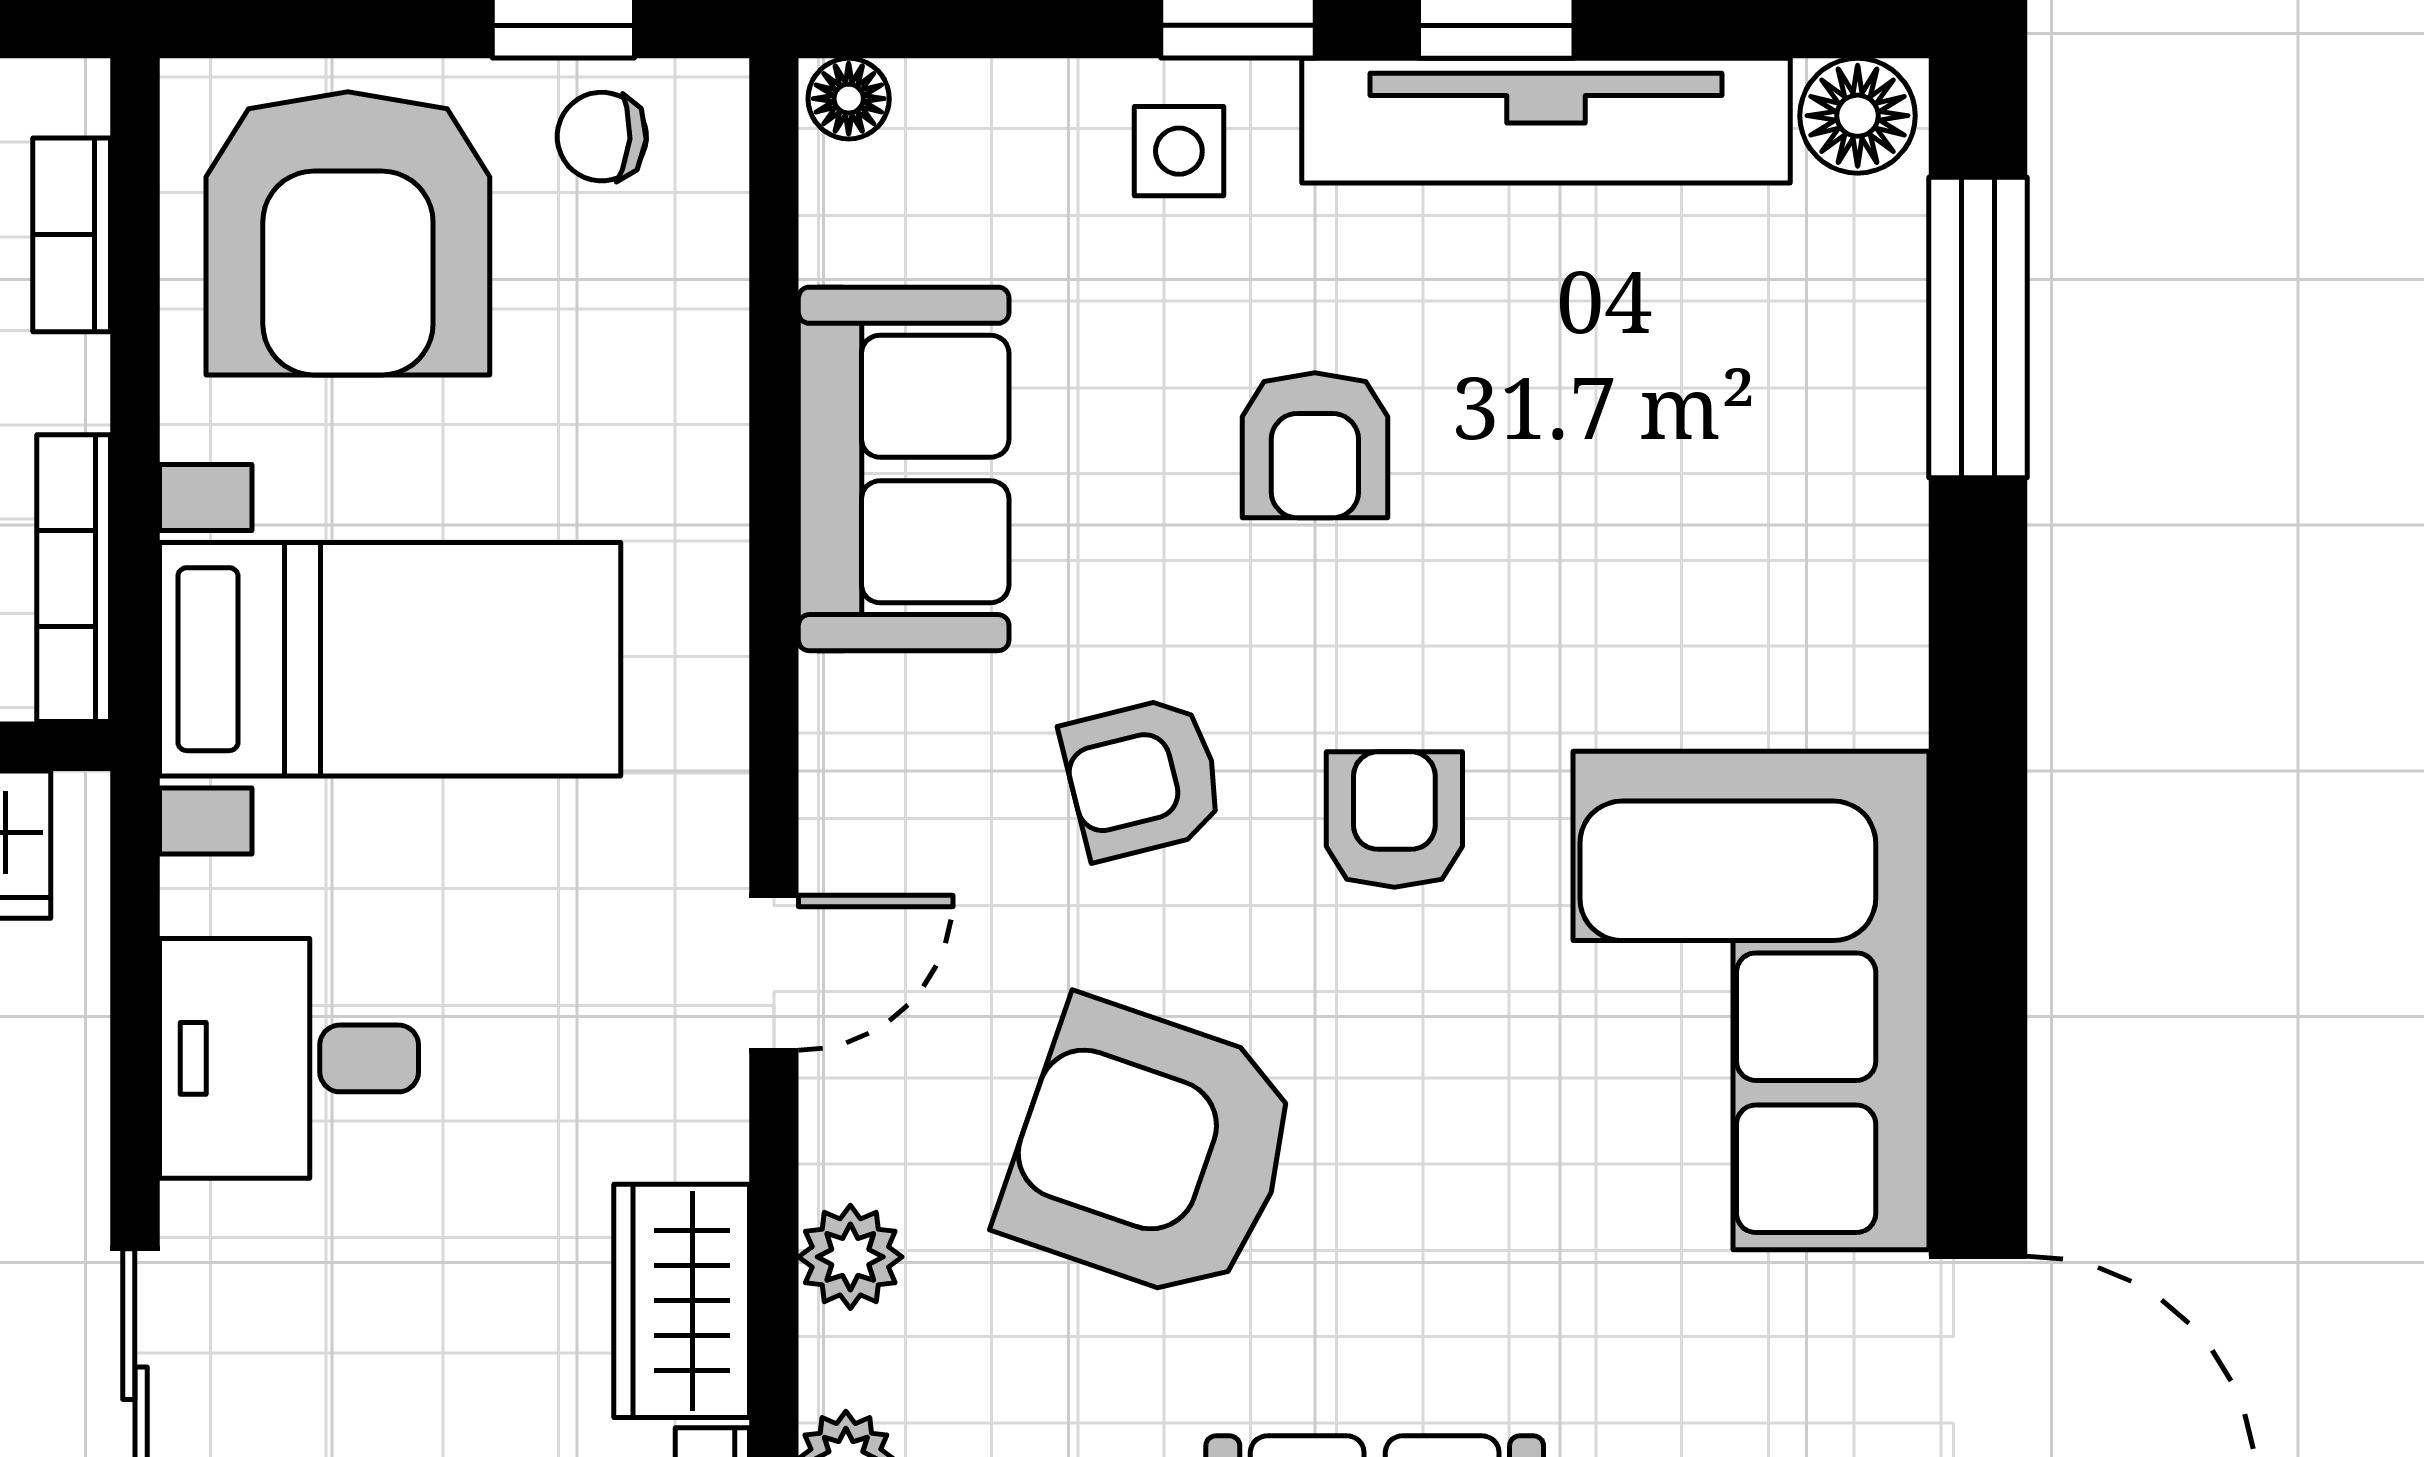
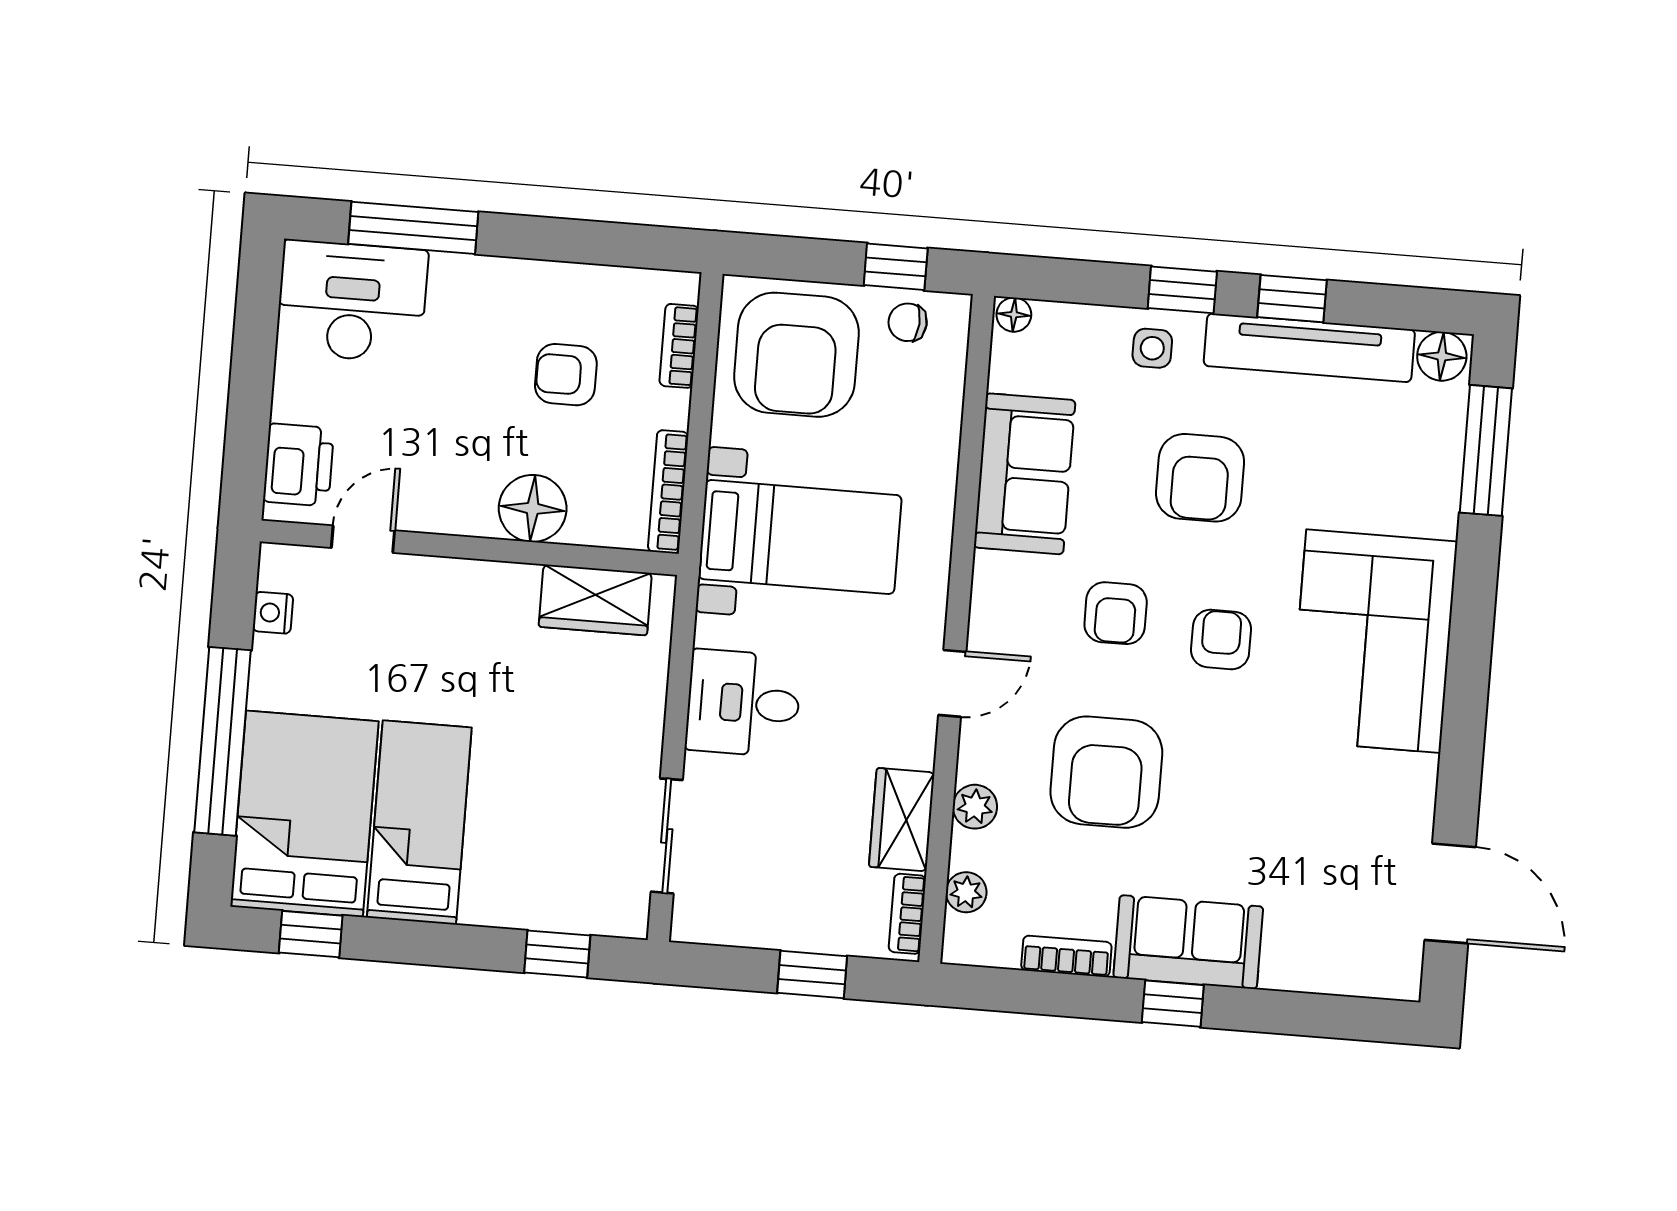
armchair: (1315, 445) -> (1200, 478), width x1.38, depth x1.38
armchair: (1143, 778) -> (1116, 613), turned -76
corner sofa: (1751, 1000) -> (1373, 641), moved
armchair: (1151, 1151) -> (1106, 772), turned -109

